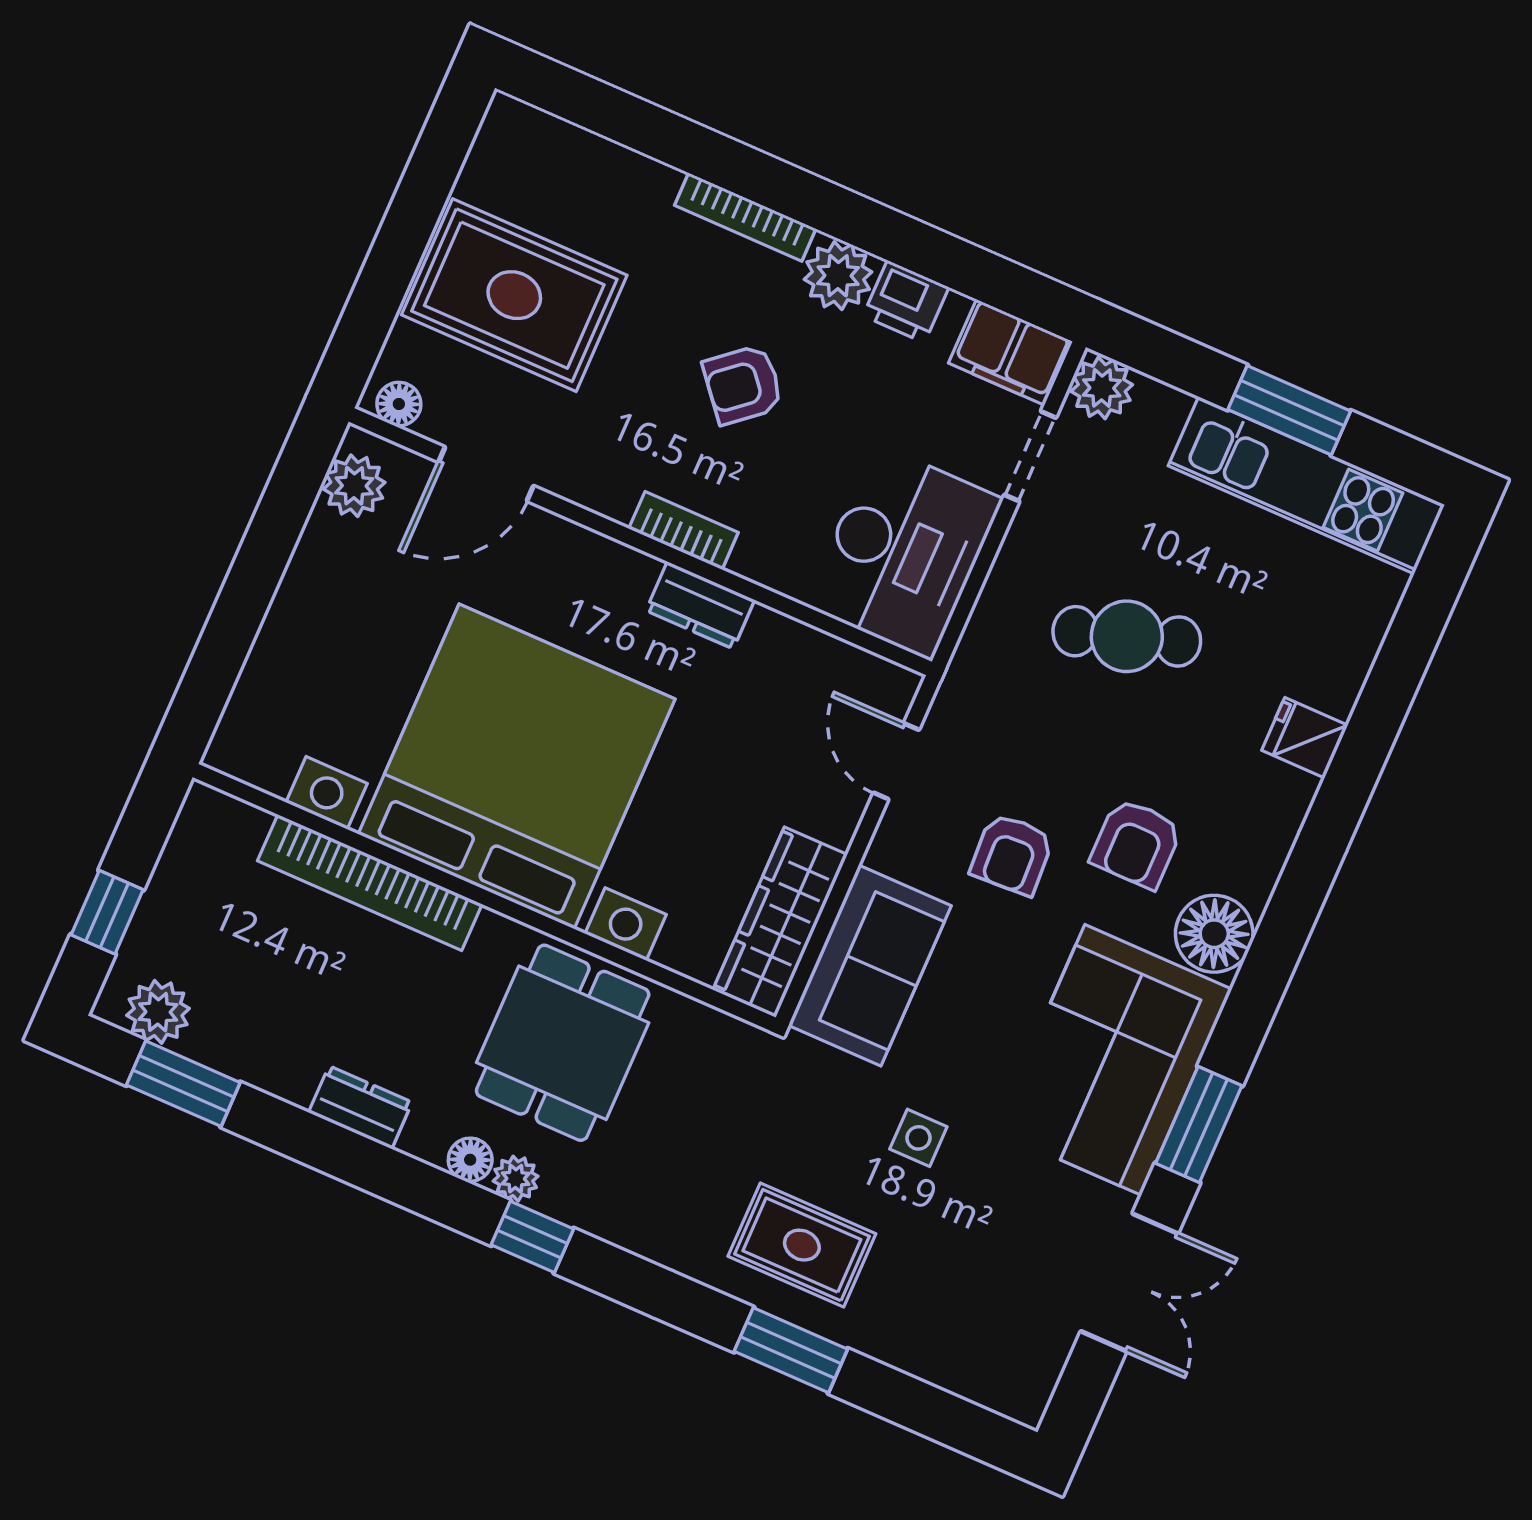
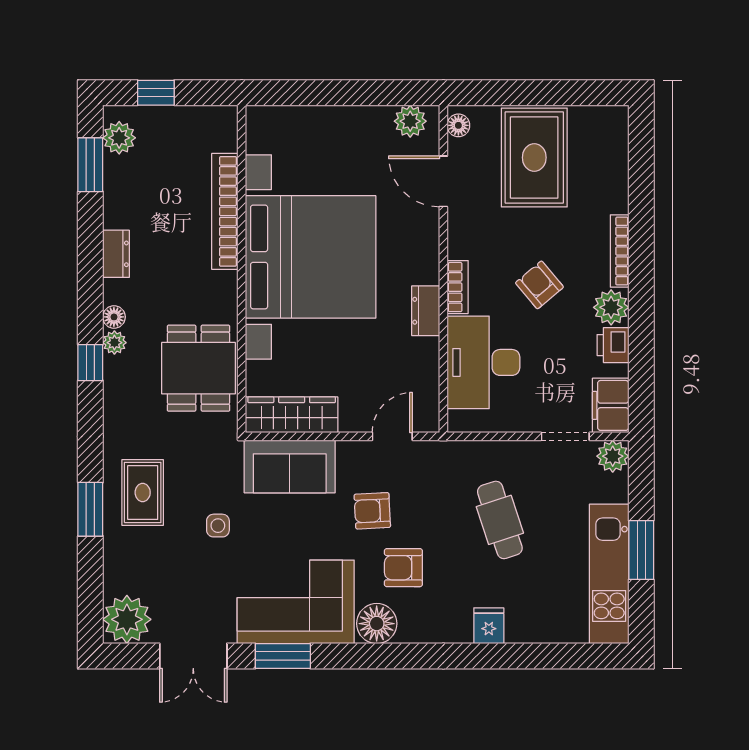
desk: (904, 552) -> (483, 362), moved, turned 90
dining table: (563, 1043) -> (198, 368), moved, turned 90
plant: (1014, 1371) -> (127, 619), added

